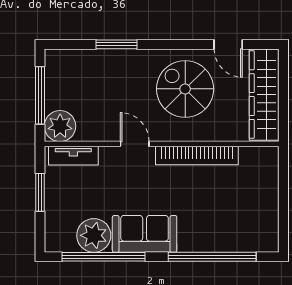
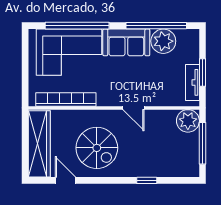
window: (117, 44) -> (147, 180), width x0.67
tv unit: (73, 156) -> (192, 82), moved, turned -90
bookcase: (197, 156) -> (66, 99), moved
corner sofa: (223, 220) -> (69, 52), added

